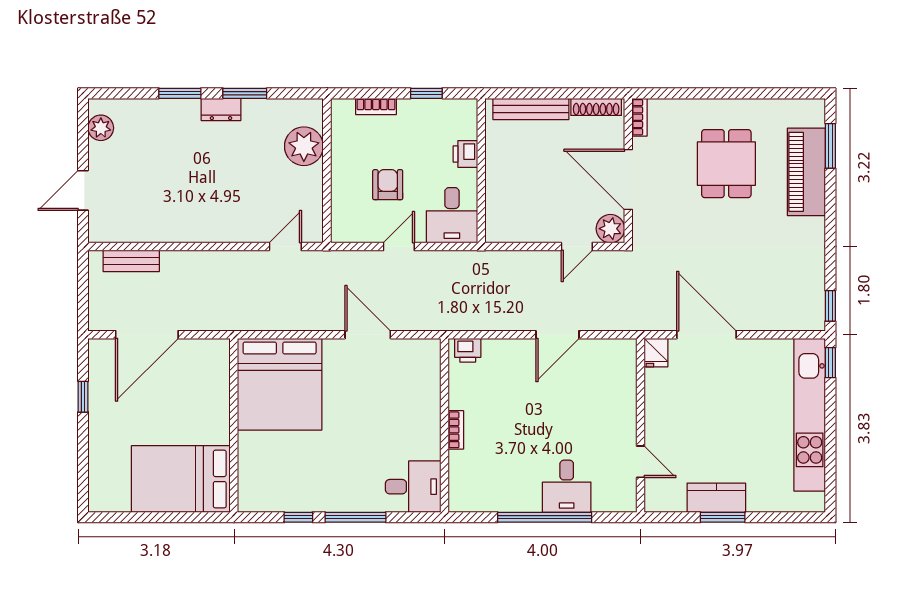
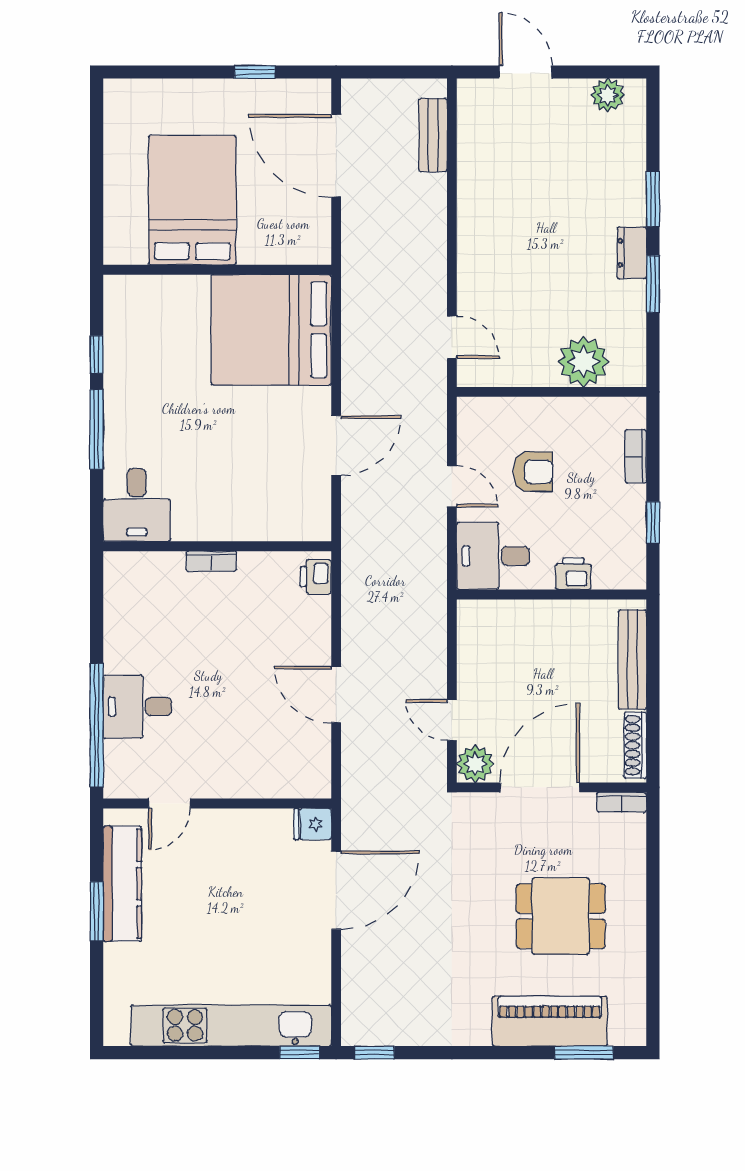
bed: (181, 479) -> (192, 200), moved
kitchen counter: (716, 498) -> (122, 884), width x1.50
window: (545, 517) -> (97, 725), moved

